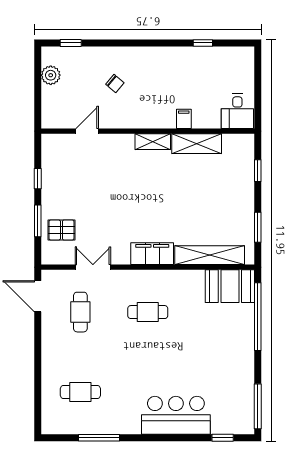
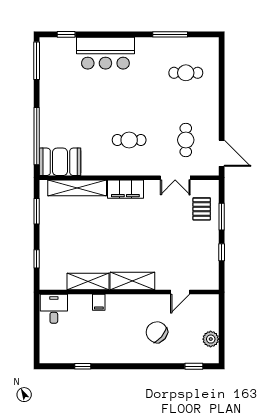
chair: (115, 83) -> (157, 332), width x1.87, depth x1.87
shelving: (153, 142) -> (132, 281), width x1.50, depth x1.33
pallet: (61, 230) -> (202, 209), turned 90

